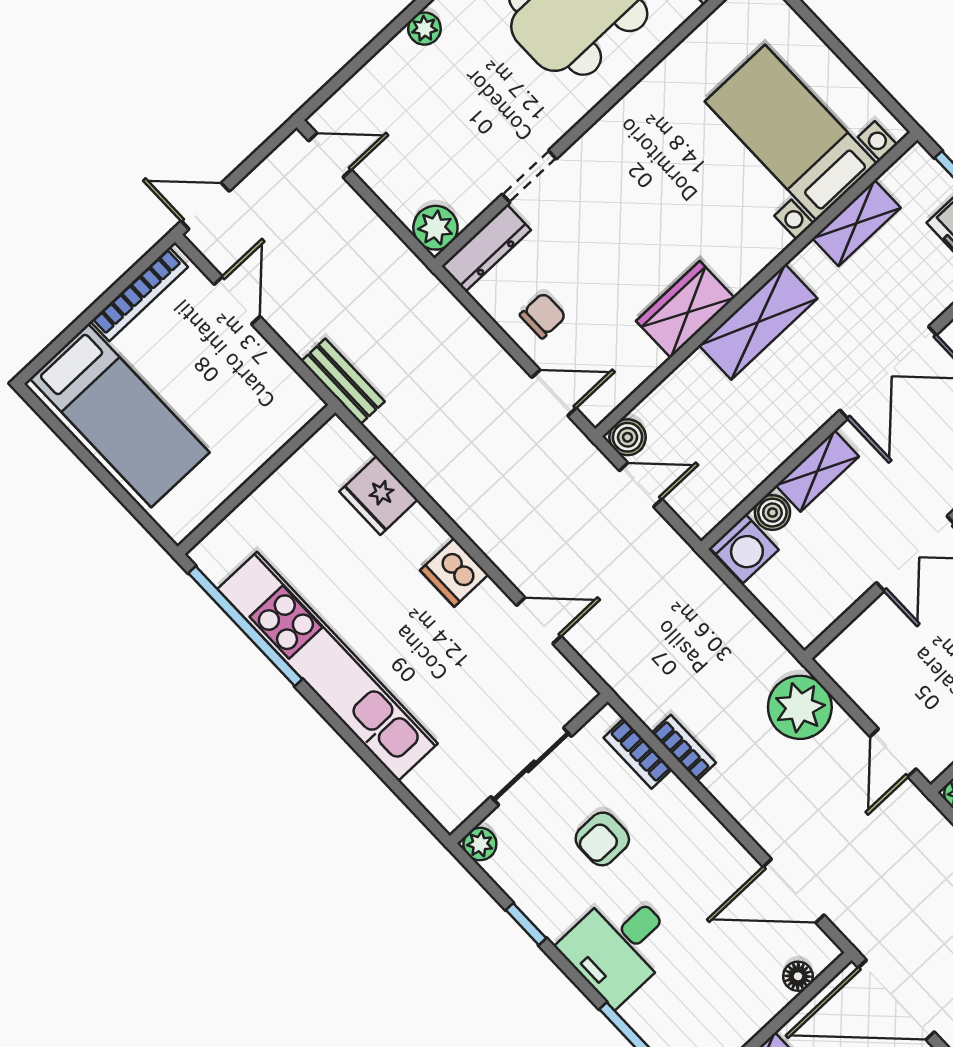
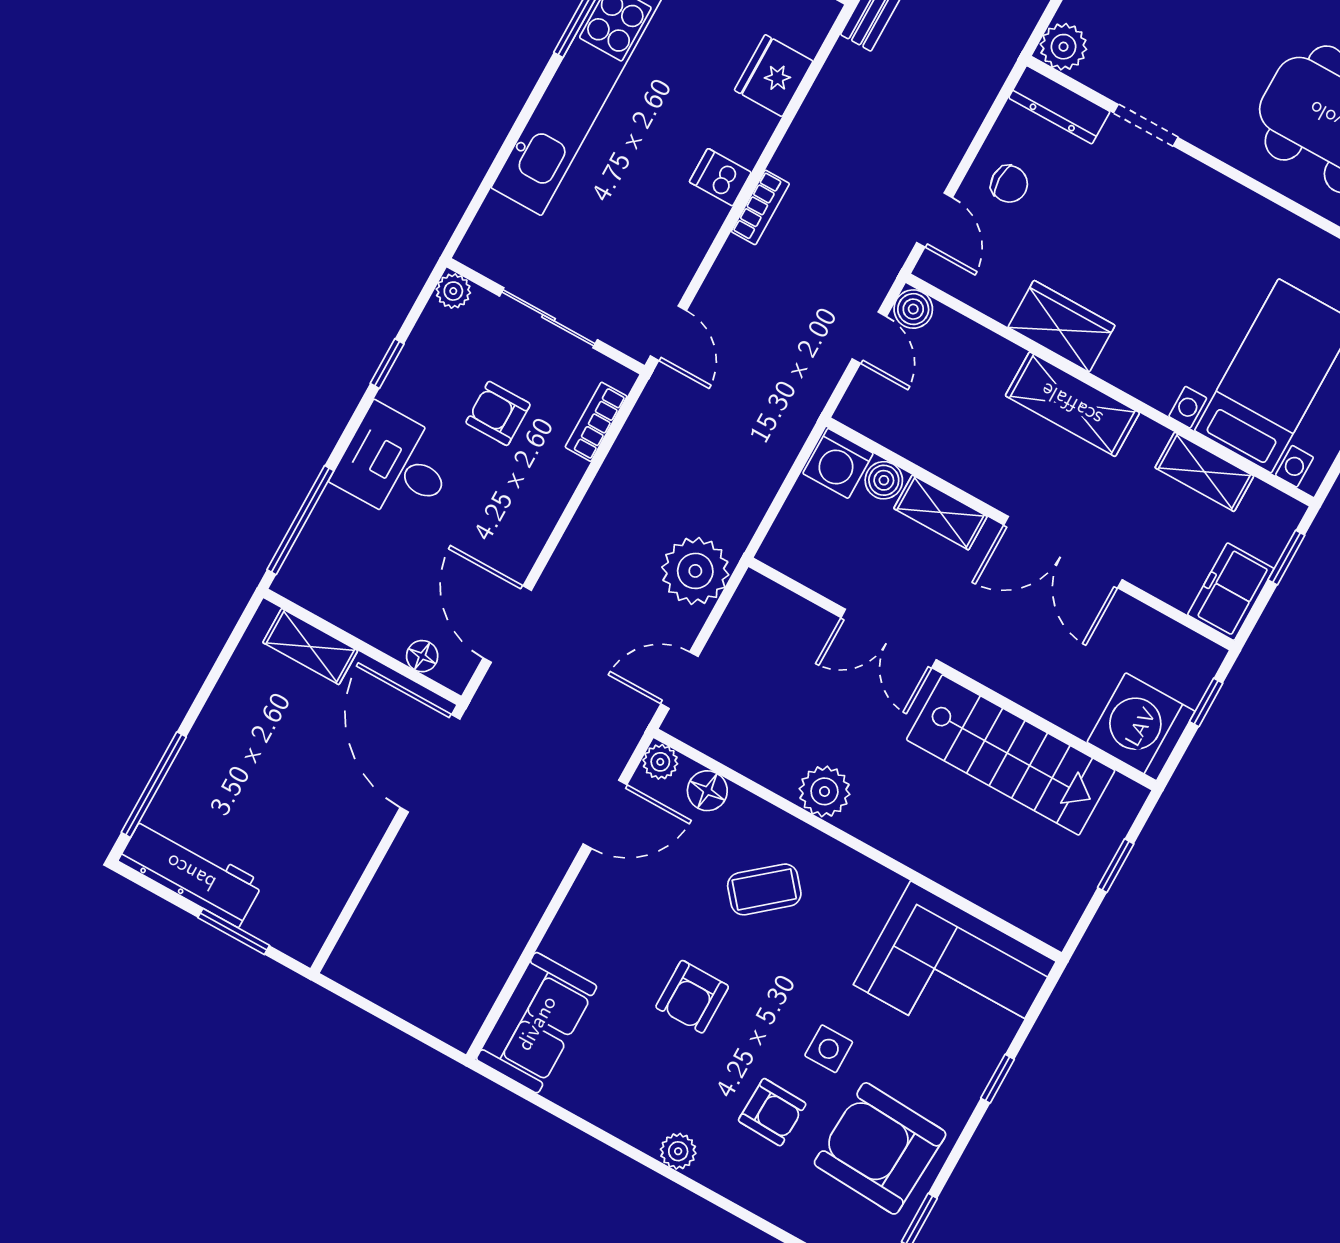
dishwasher: (454, 572) -> (720, 177), width x0.73
door: (539, 621) -> (668, 333), moved
bookcase: (684, 748) -> (760, 207), moved

